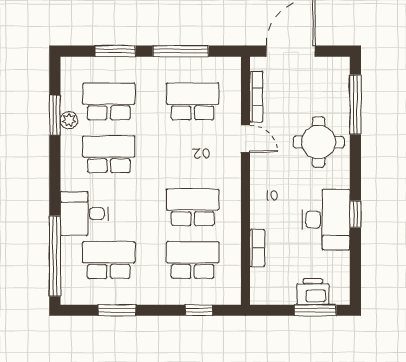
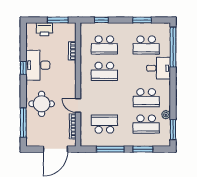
school desk: (193, 101) -> (104, 124), turned 180
window: (55, 115) -> (173, 130), moved
window: (315, 310) -> (58, 20), moved

